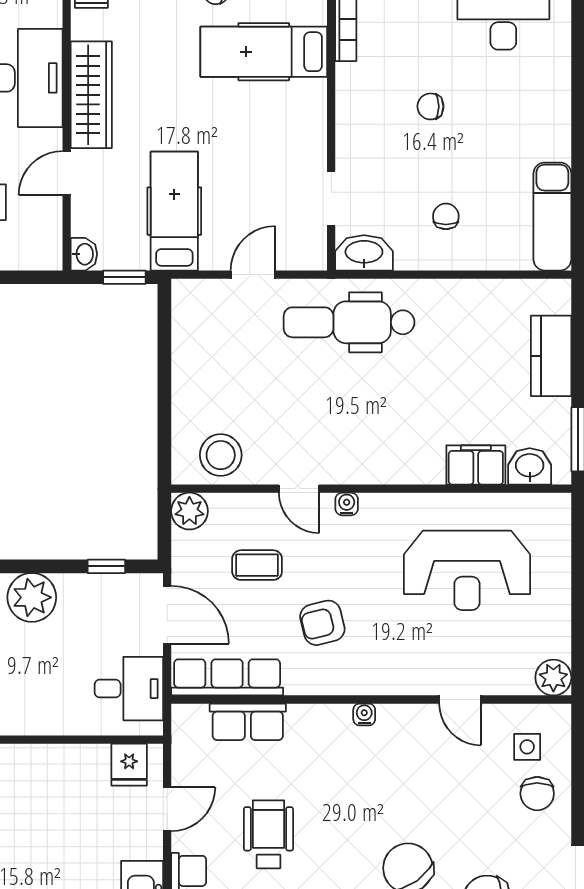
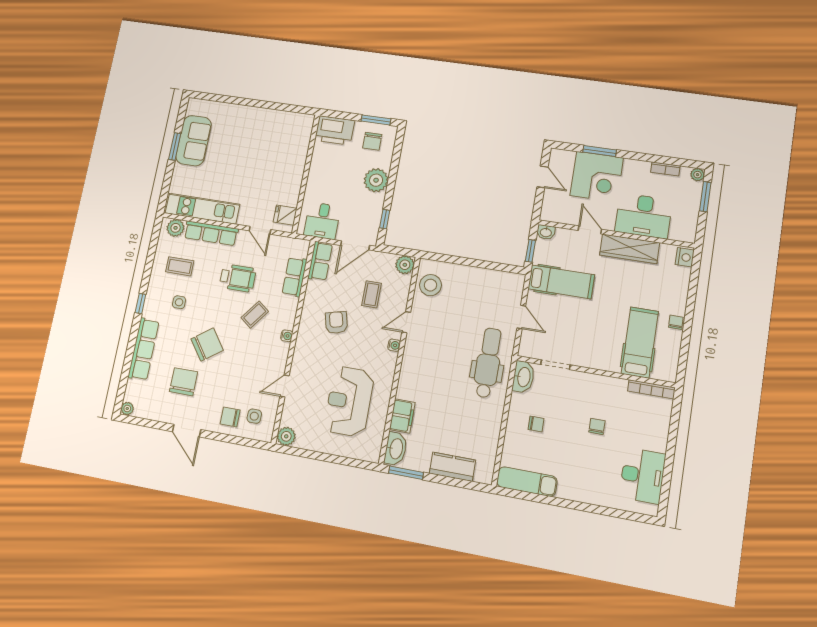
washbasin: (530, 466) -> (396, 449), width x1.38
row of seats: (227, 677) -> (320, 261), width x0.68
coffee table: (334, 786) -> (255, 315), added

